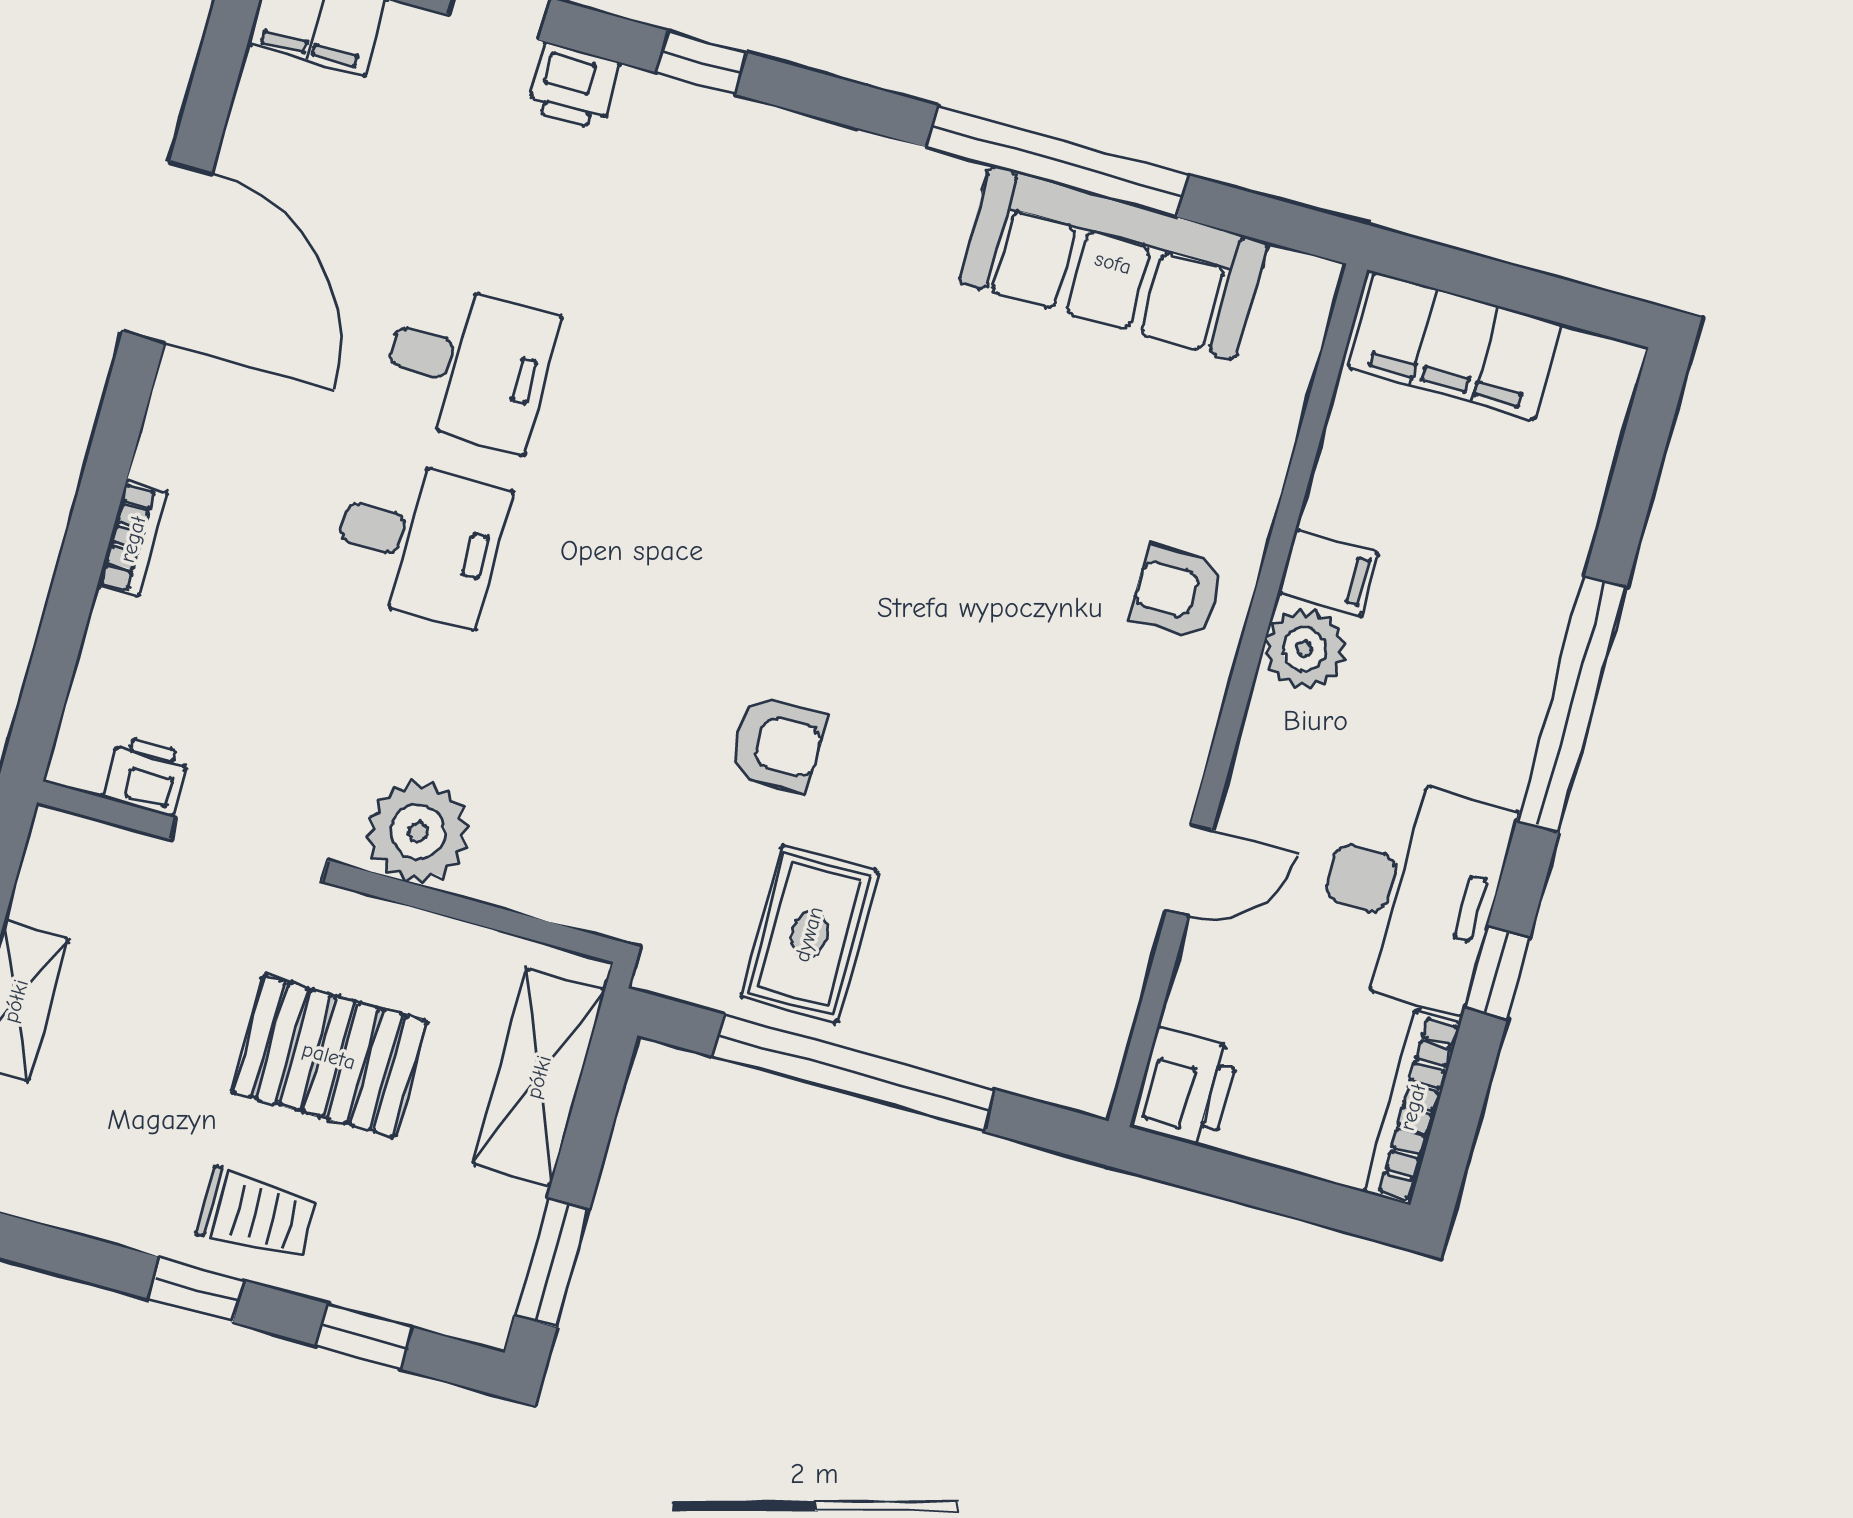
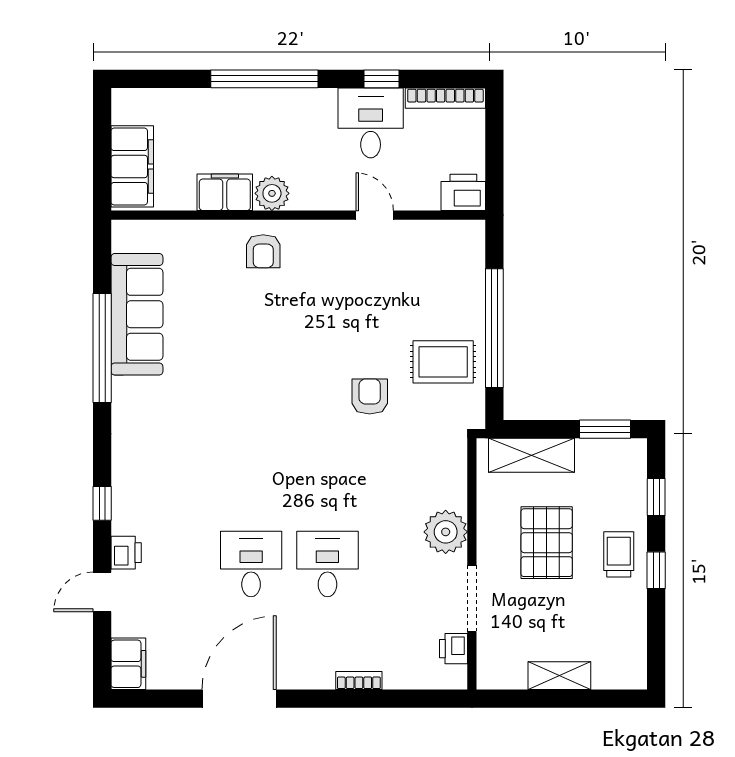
filing cabinet: (1328, 573) -> (225, 192), width x2.00
desk: (1411, 892) -> (371, 123), width x0.73

